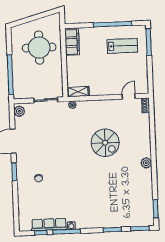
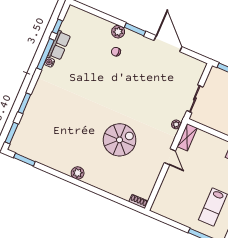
door: (129, 97) -> (170, 157), moved
plant: (19, 111) -> (118, 32), moved
spiral stairs: (105, 143) -> (120, 140), turned 180
row of seats: (49, 225) -> (59, 45), width x0.68

